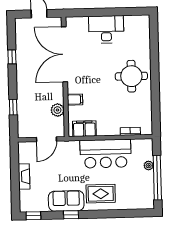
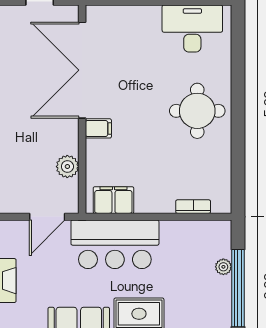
desk: (106, 29) -> (192, 29), moved
filing cabinet: (75, 100) -> (98, 128), moved
bar counter: (106, 154) -> (115, 244), moved

